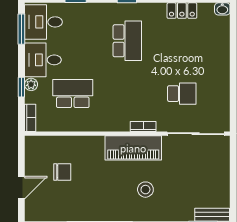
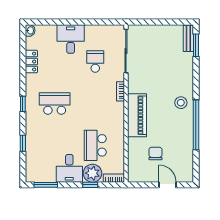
desk: (43, 22) -> (71, 39), moved, turned 180
plant: (31, 84) -> (92, 173), width x1.88, depth x1.88
piano: (133, 148) -> (137, 115), moved
stool: (145, 190) -> (181, 103), moved

